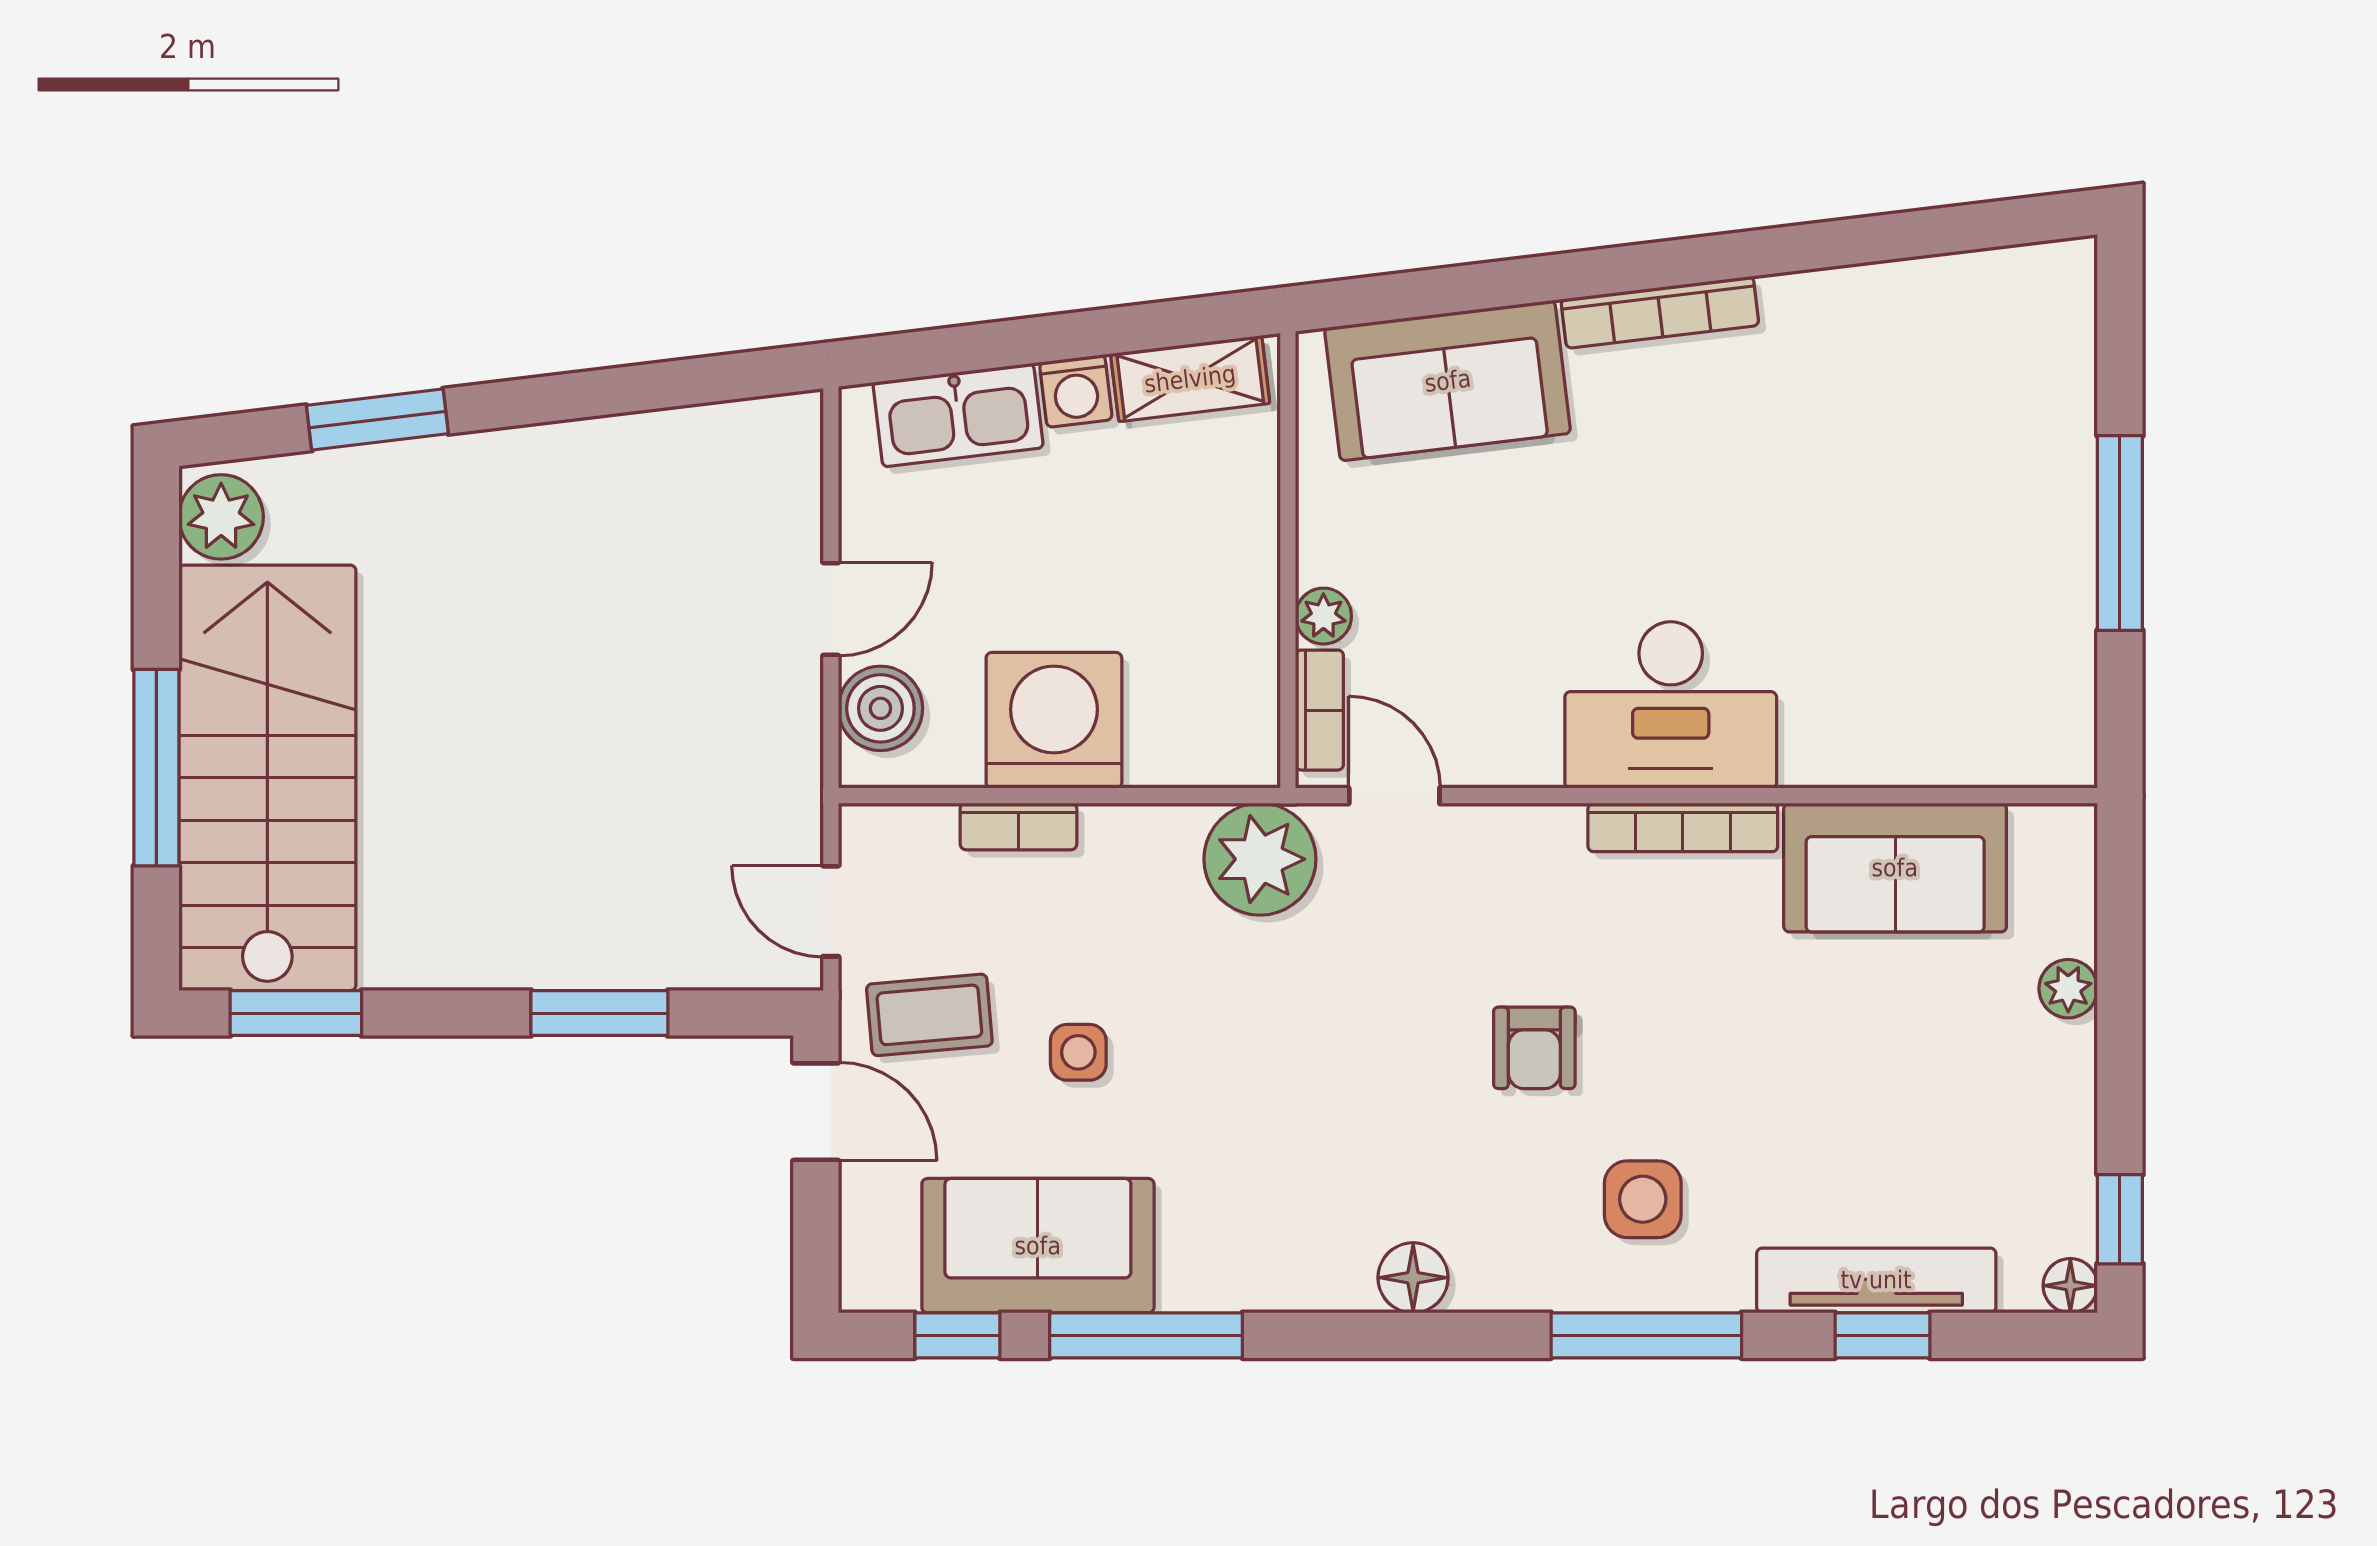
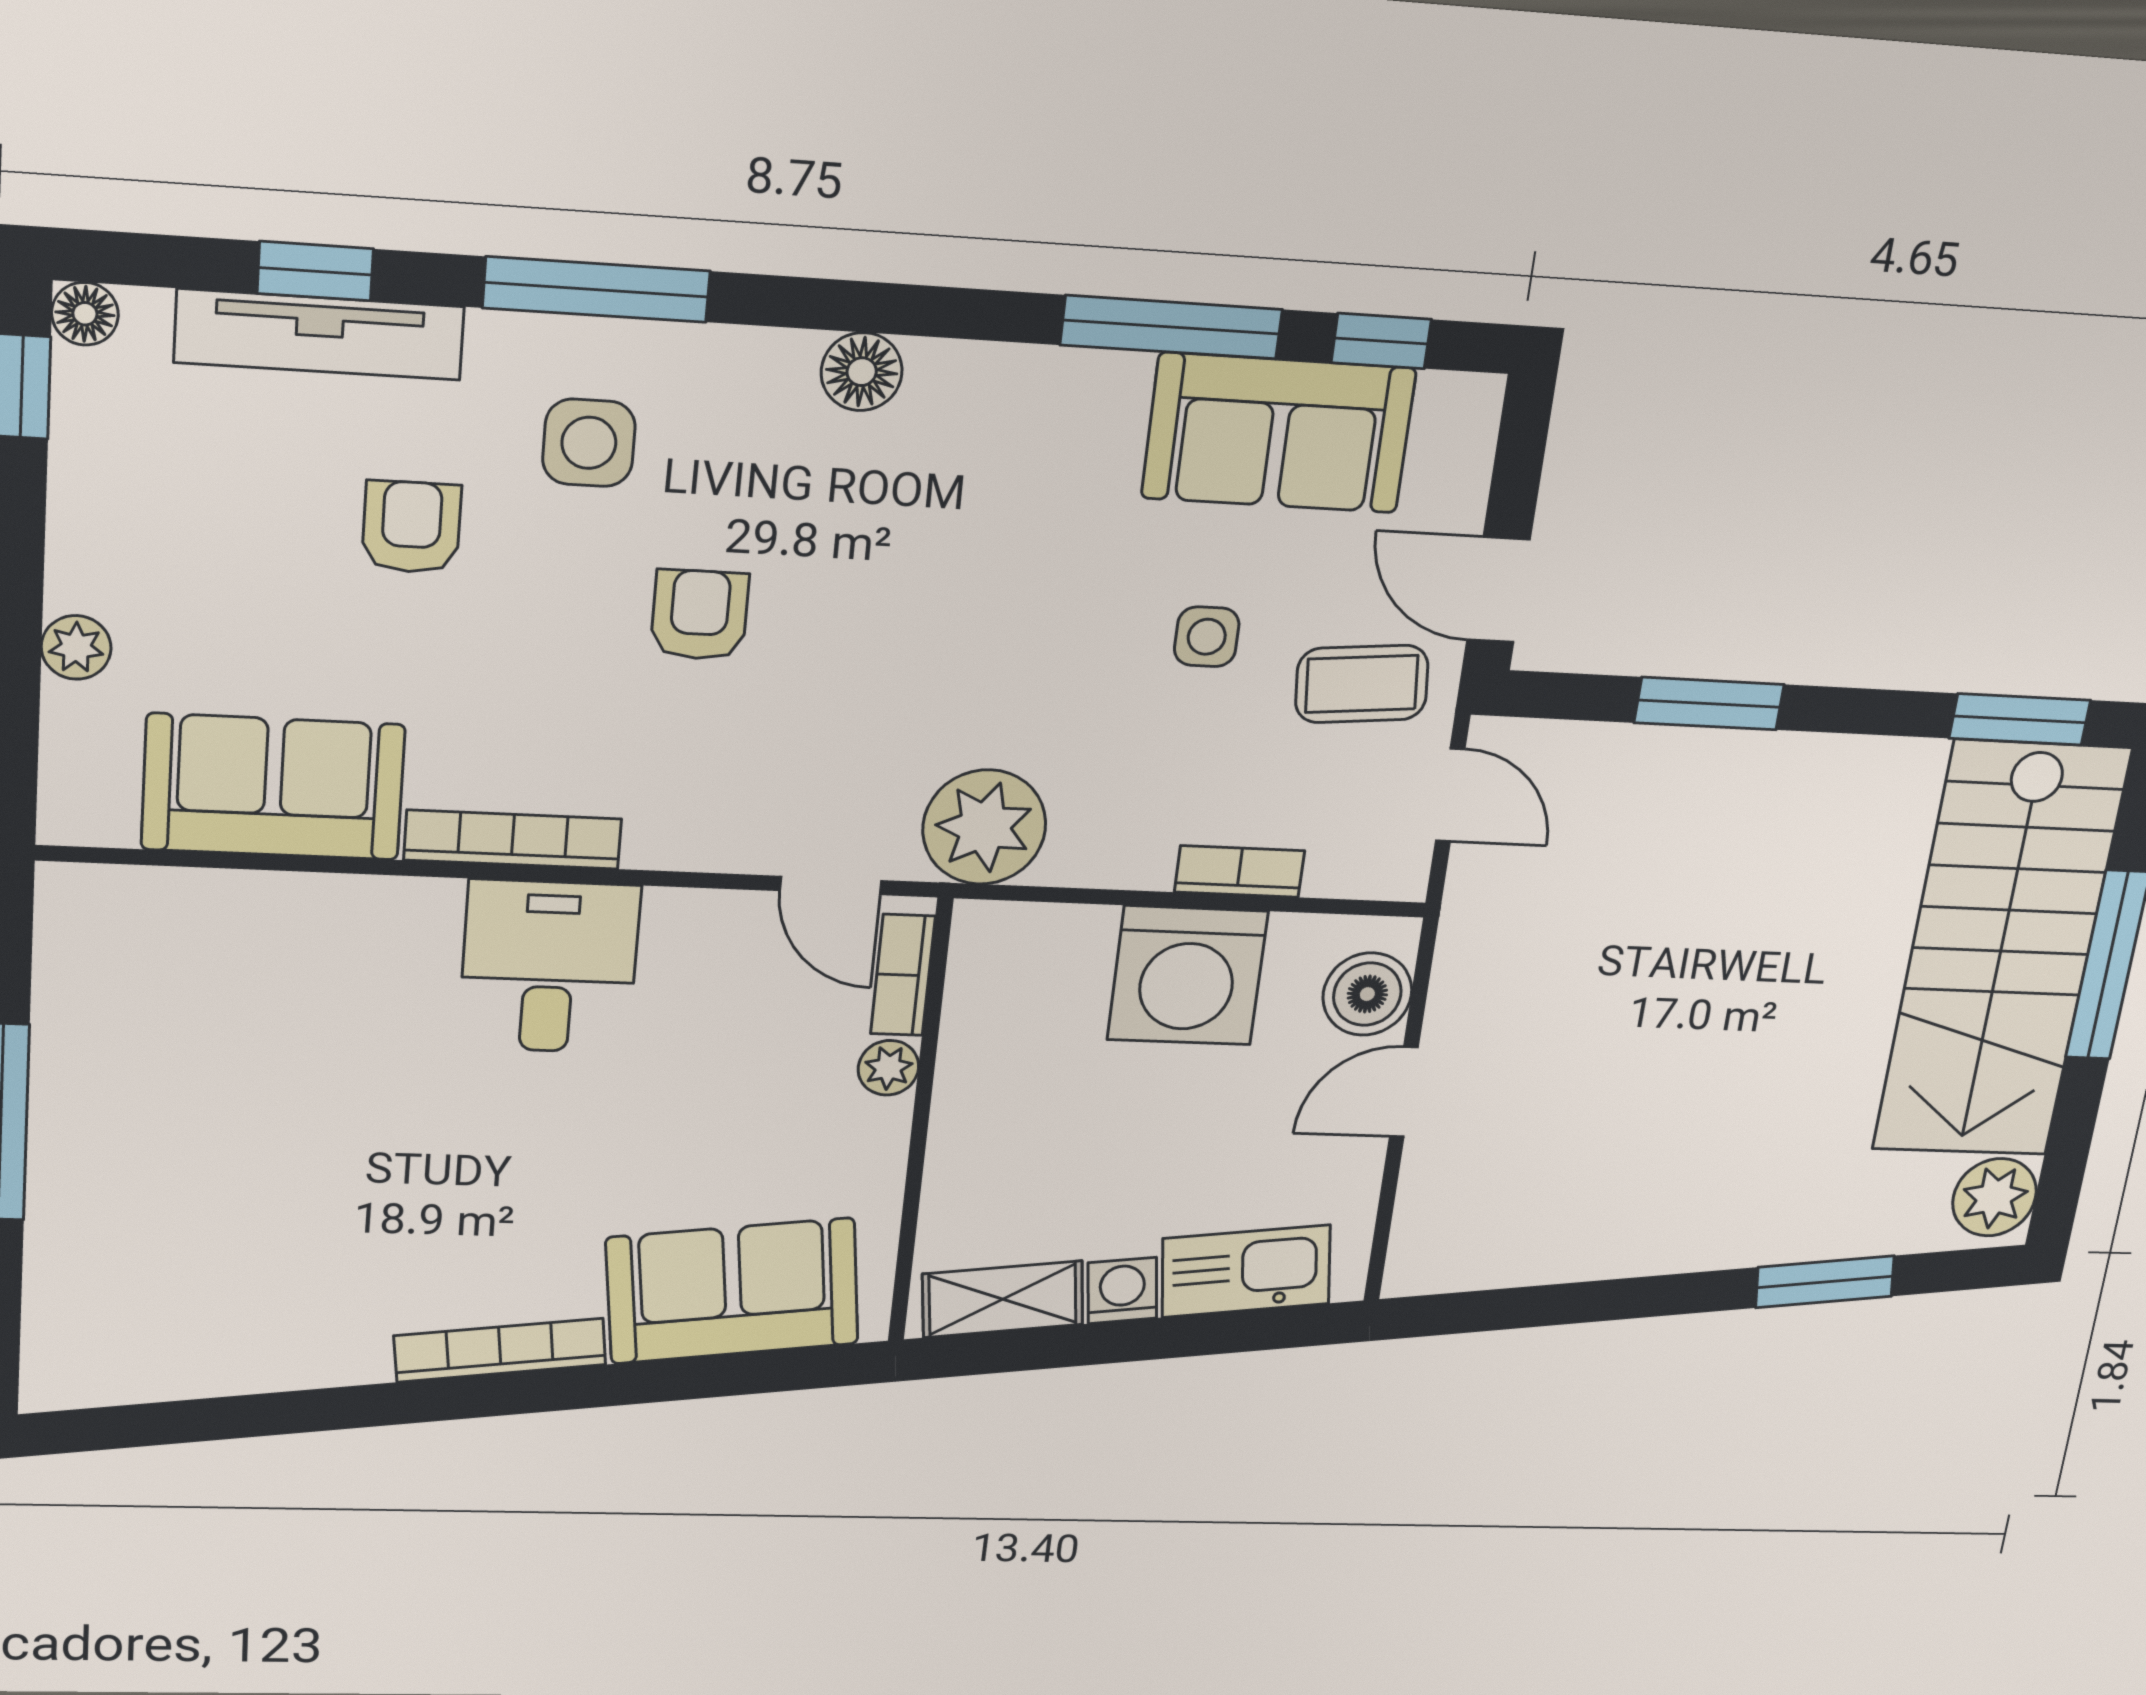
desk: (1671, 705) -> (549, 967), width x0.73
armchair: (1789, 1114) -> (411, 527), added

